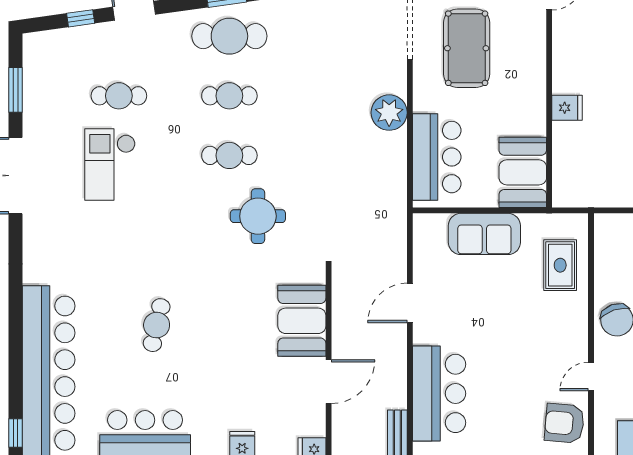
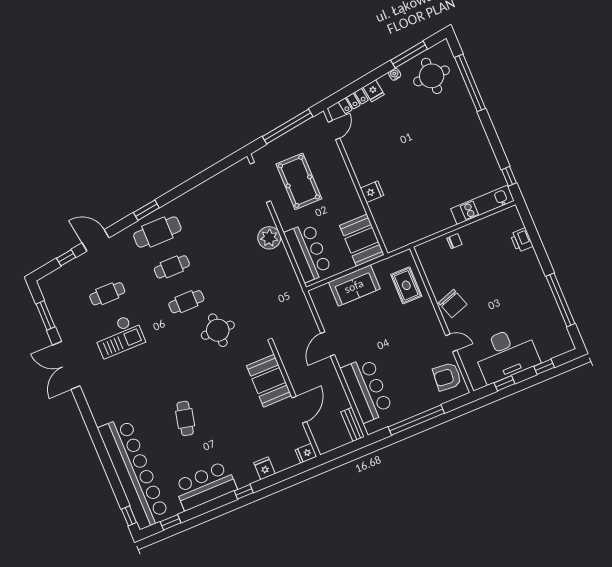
checkout: (110, 165) -> (119, 336), turned -90
door: (591, 376) -> (451, 343), swing flipped

